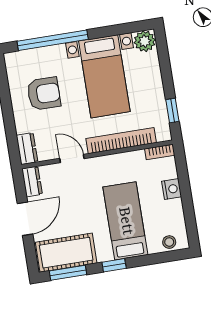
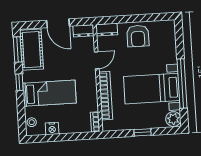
window: (53, 40) -> (182, 83), moved
armchair: (44, 94) -> (138, 36), moved
window: (172, 111) -> (142, 132), moved
nightstand: (172, 189) -> (52, 129), moved

